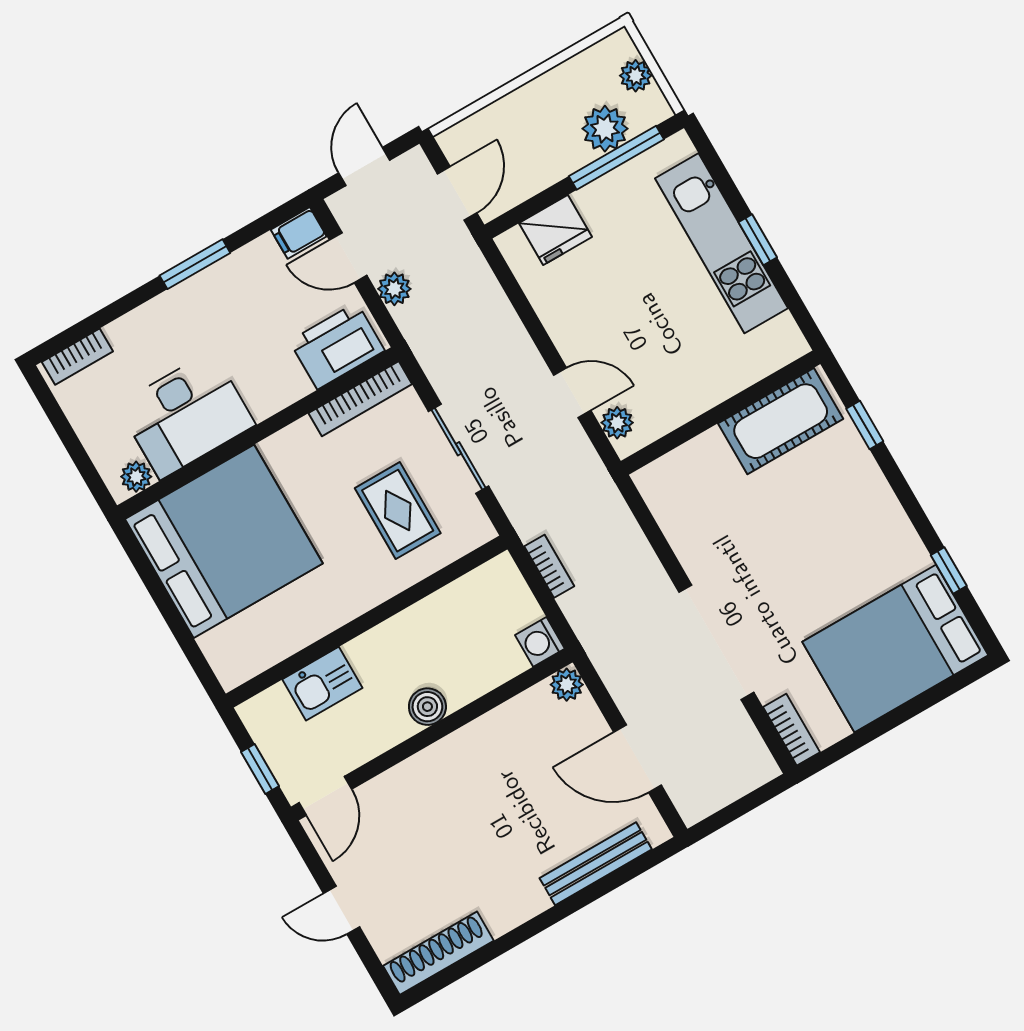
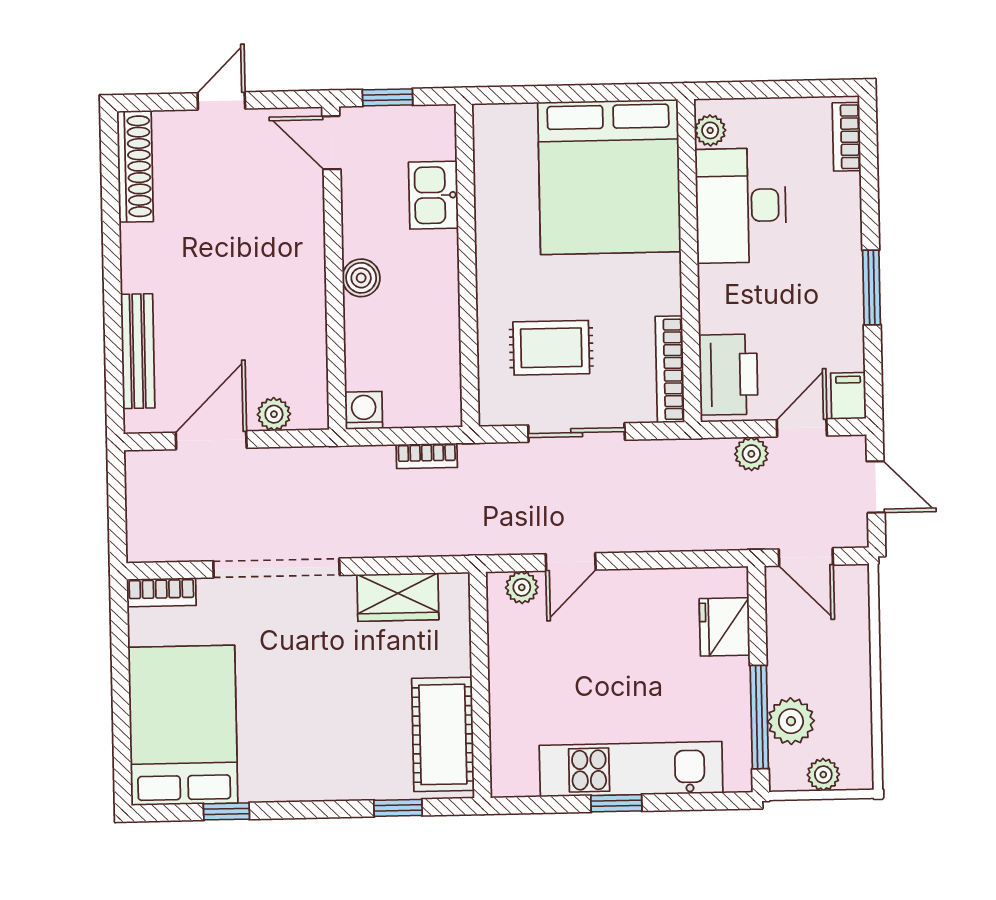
wardrobe: (684, 525) -> (398, 597), added
plant: (567, 685) -> (274, 414), moved

